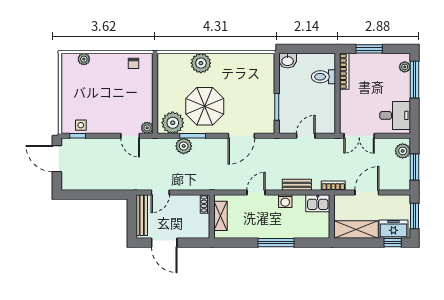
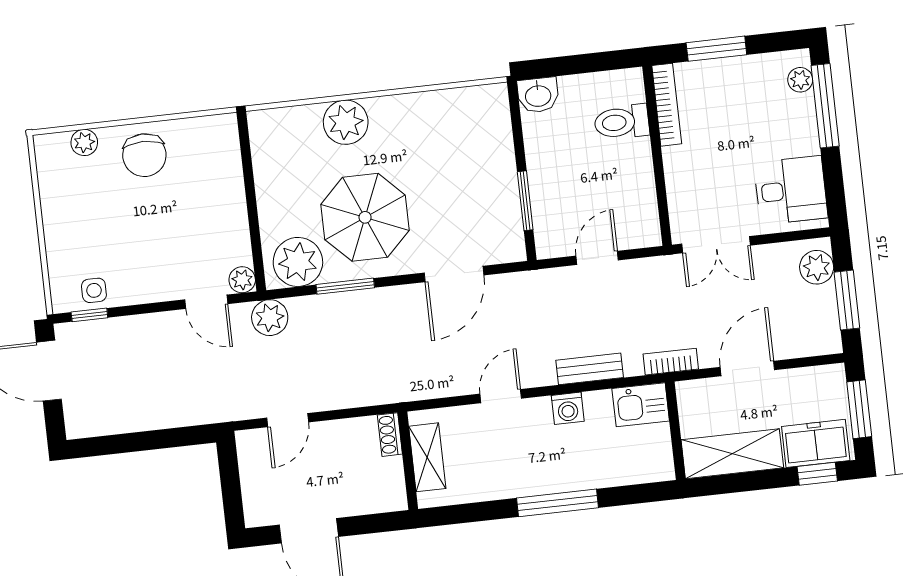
chair: (133, 63) -> (144, 155), moved, width x1.87, depth x1.87
plant: (184, 146) -> (270, 318), moved
bench: (142, 215) -> (252, 475), removed

